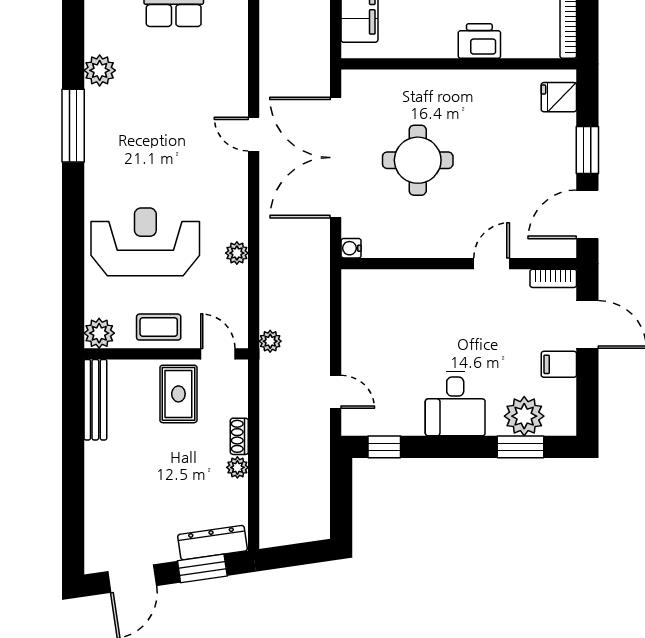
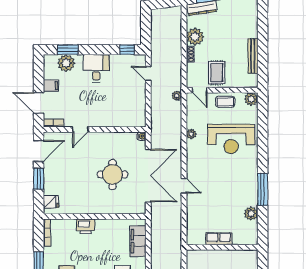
bench: (95, 400) -> (253, 56), moved
plant: (237, 467) -> (195, 37), width x1.87, depth x1.87

